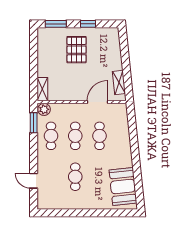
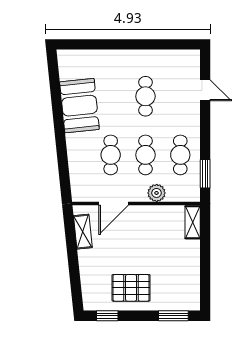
window: (88, 24) -> (107, 316), moved
pallet: (77, 50) -> (131, 288), moved, turned 90
plant: (44, 109) -> (157, 193), moved
booth: (123, 187) -> (79, 106), moved

